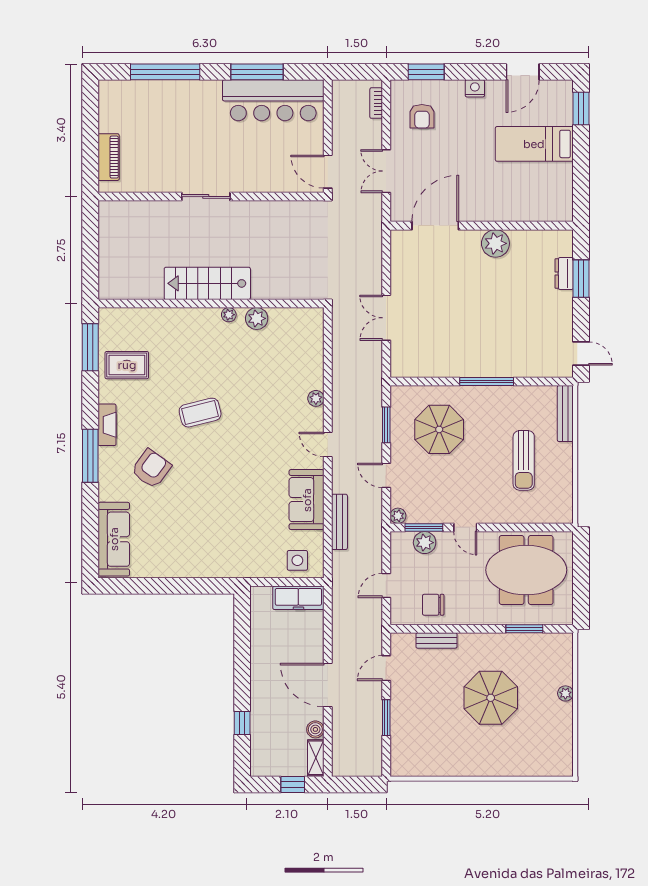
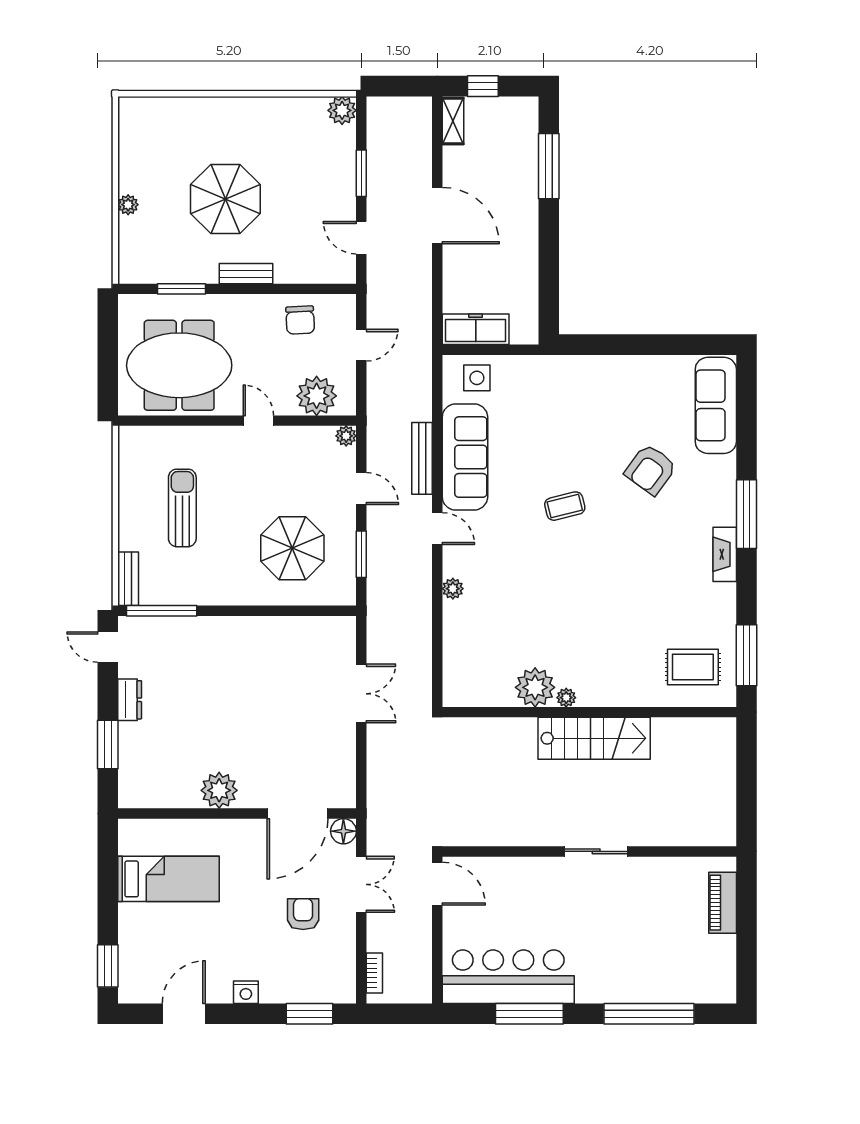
armchair: (422, 116) -> (303, 914), moved
bed: (534, 144) -> (169, 879), moved
floor lamp: (400, 212) -> (343, 831), added
dresser: (564, 273) -> (130, 700), moved
plant: (257, 318) -> (535, 687), width x1.36, depth x1.36
rug: (127, 365) -> (693, 667), moved
window: (487, 381) -> (162, 611), moved
coffee table: (200, 413) -> (565, 506), moved, width x0.73, depth x0.77
bench: (565, 413) -> (128, 579), width x0.73
armchair: (151, 469) -> (651, 469), moved
sofa: (307, 500) -> (465, 457), width x1.36
bench: (339, 522) -> (422, 458), moved
window: (424, 527) -> (312, 421), removed
plant: (425, 543) -> (317, 396), width x1.36, depth x1.36
chair: (433, 605) -> (300, 320), turned 87
bench: (436, 640) -> (246, 274), moved
door: (386, 668) -> (361, 238), swing flipped
window: (242, 723) -> (549, 166), width x2.17
boiler: (315, 729) -> (453, 158), removed
plant: (401, 766) -> (342, 110), added

